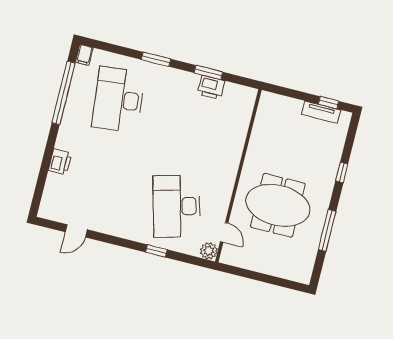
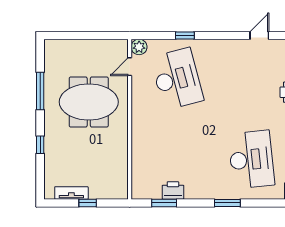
window: (208, 72) -> (164, 203), moved
window: (329, 103) -> (88, 203), moved
door: (224, 232) -> (130, 67), hinge flipped

